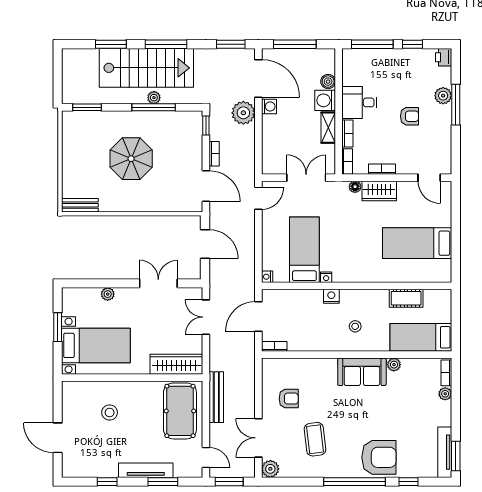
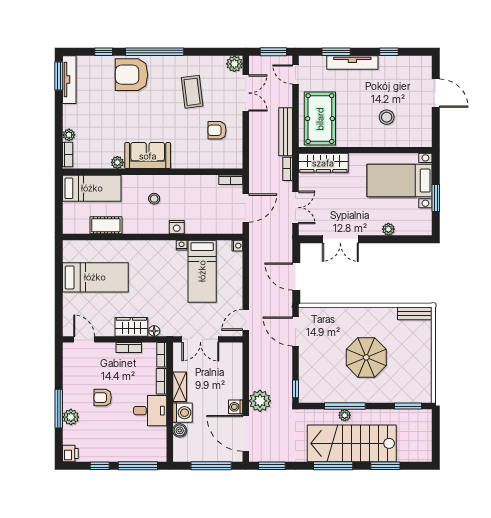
bookcase: (214, 154) -> (288, 169), moved

